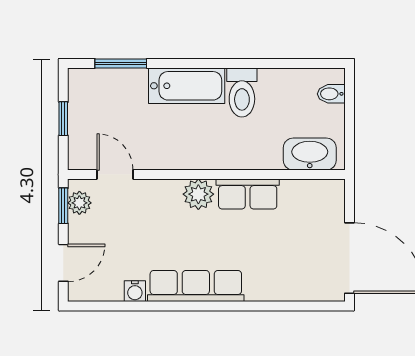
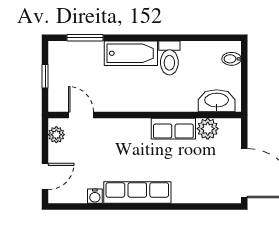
plant: (198, 194) -> (208, 129), moved
window: (63, 206) -> (45, 137), removed

